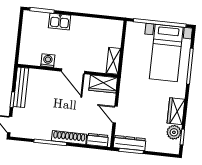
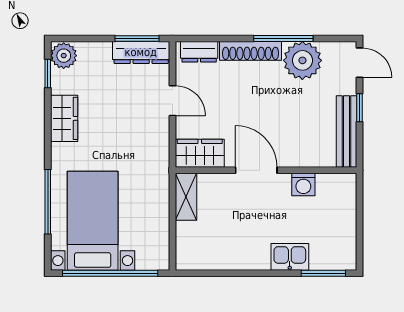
plant: (41, 129) -> (302, 60), added
plant: (174, 132) -> (64, 56), moved

